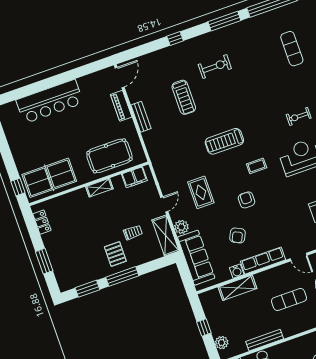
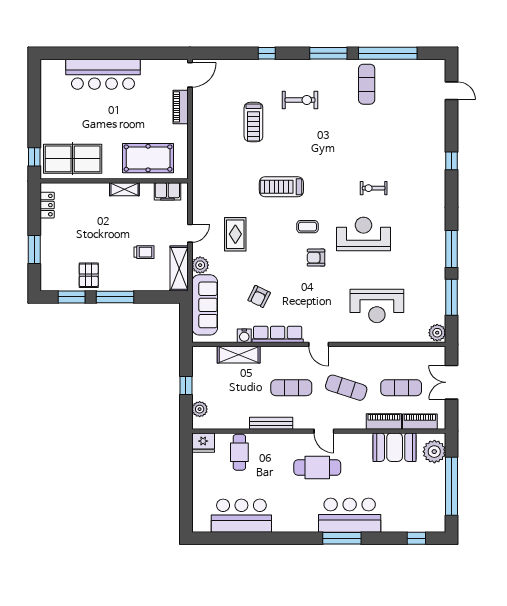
exercise mat: (292, 49) -> (367, 84), moved
bench: (141, 117) -> (198, 127), removed
armchair: (247, 200) -> (316, 258), moved, turned -90
pallet: (115, 254) -> (89, 275), moved
bench: (265, 340) -> (271, 423), moved

